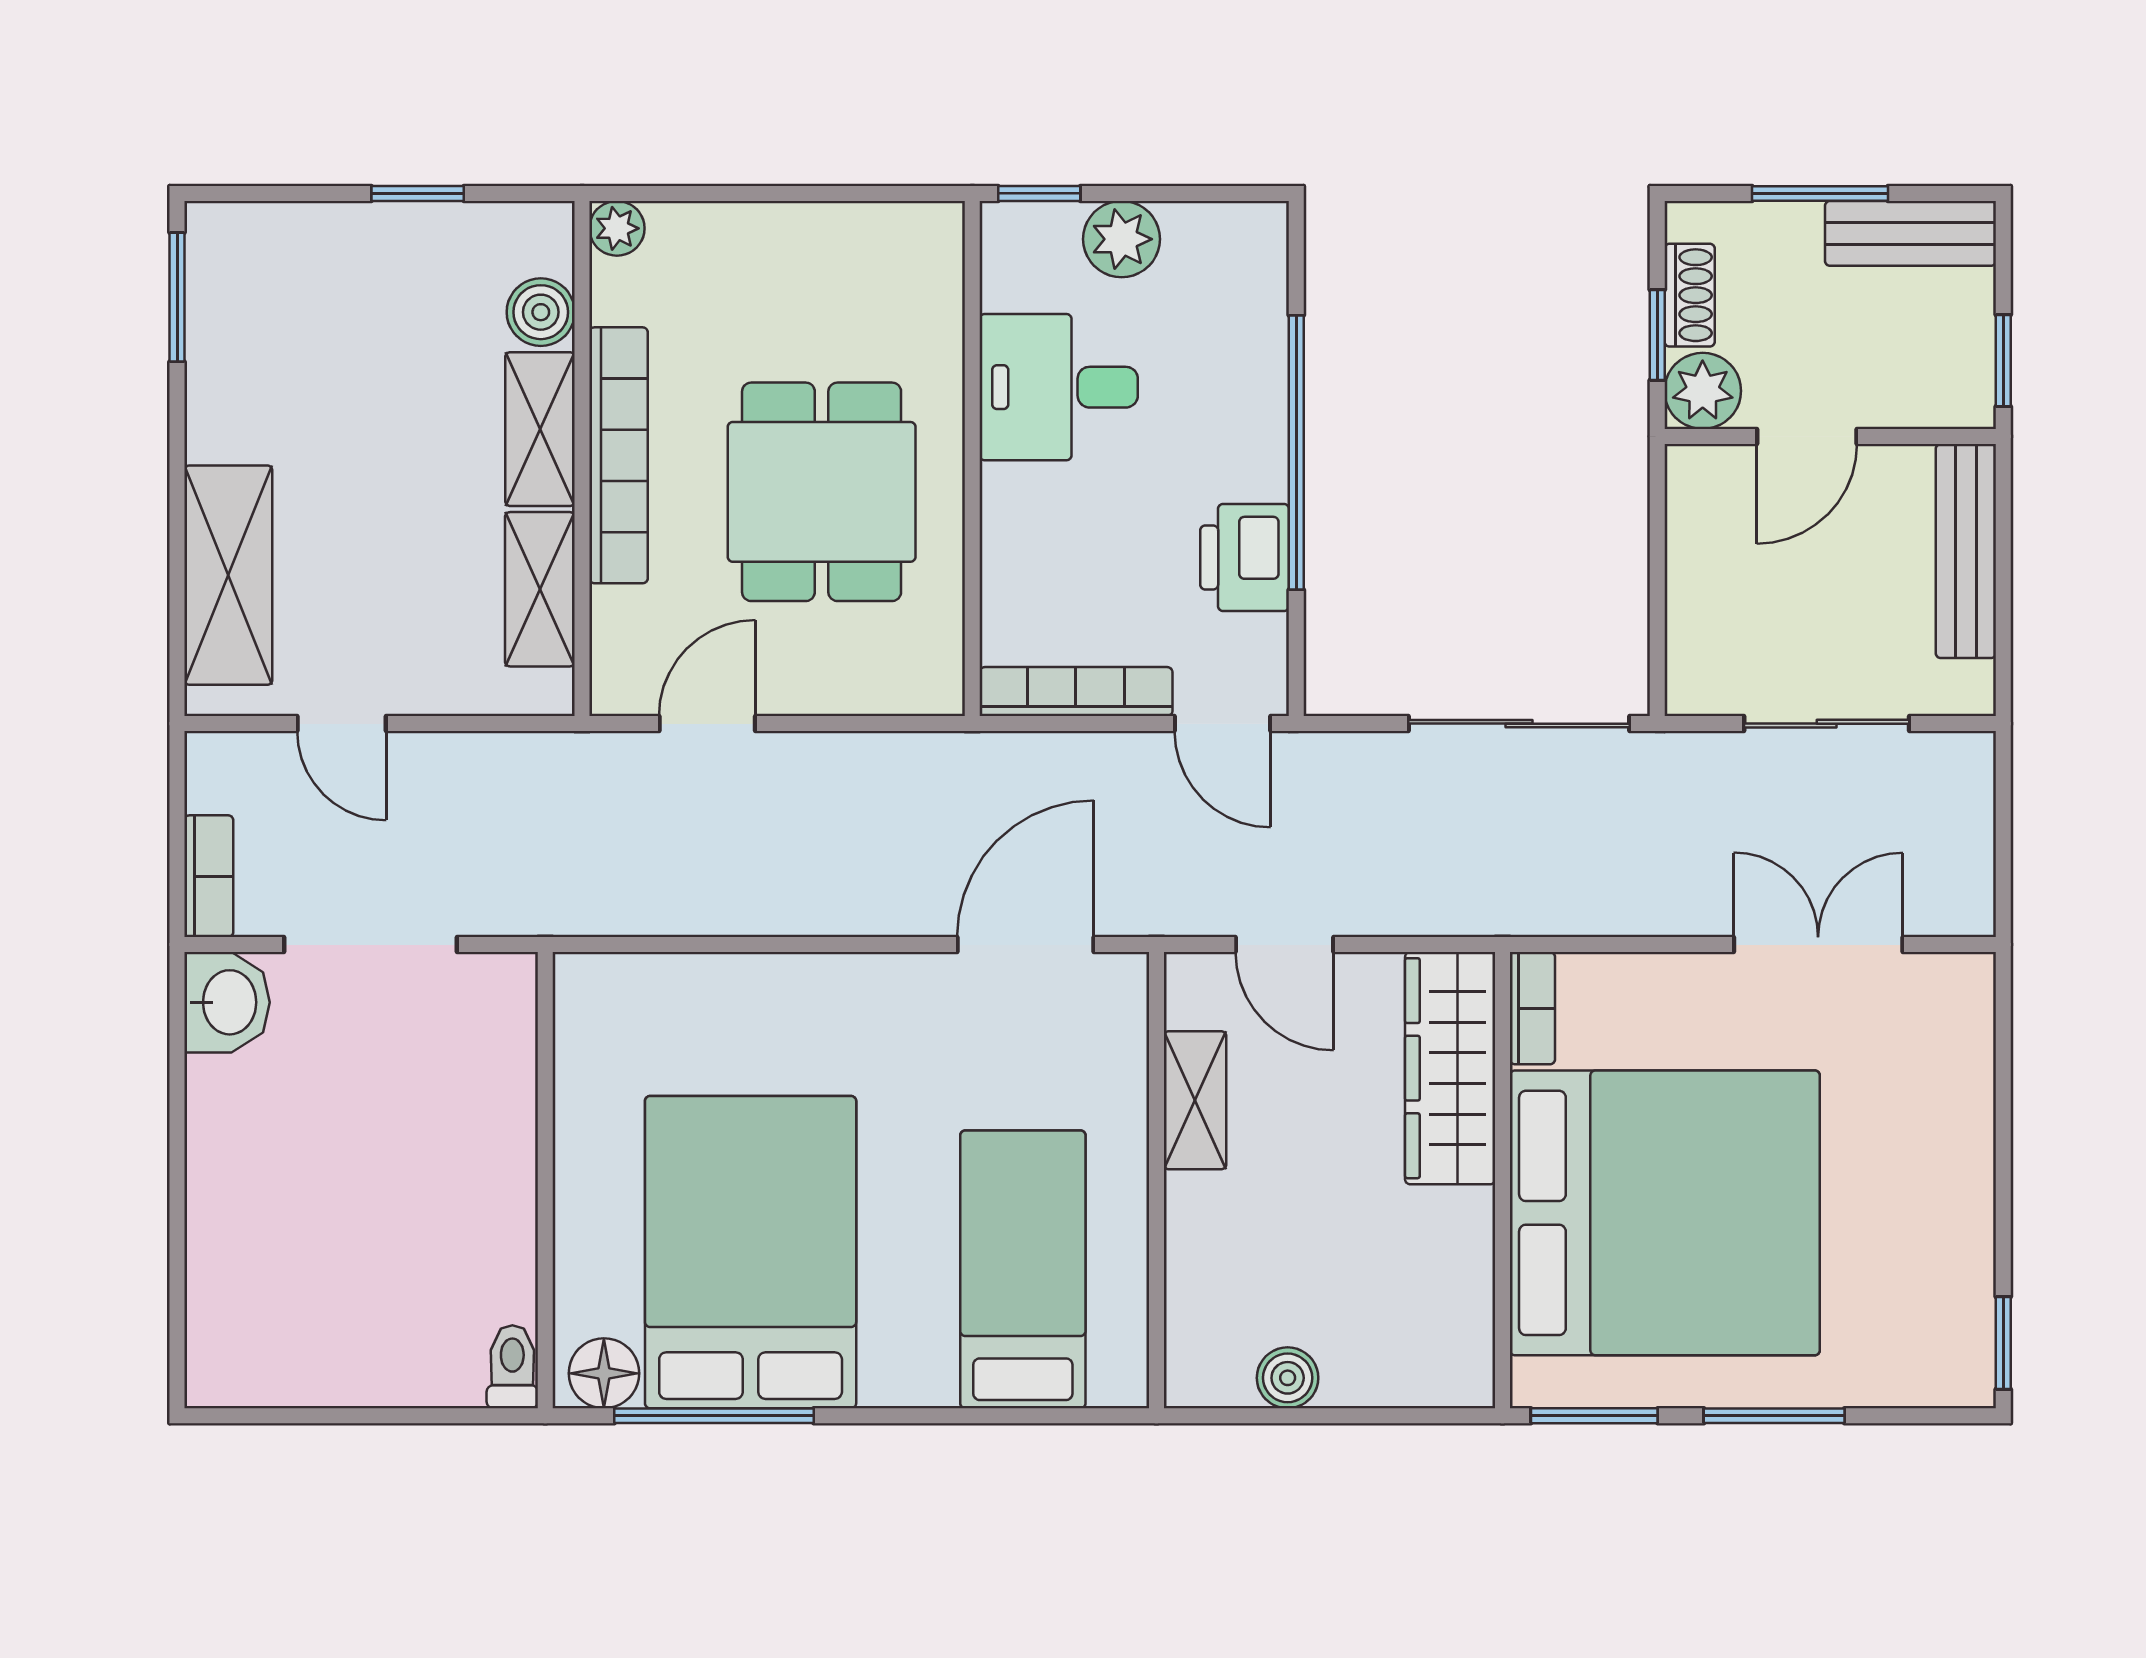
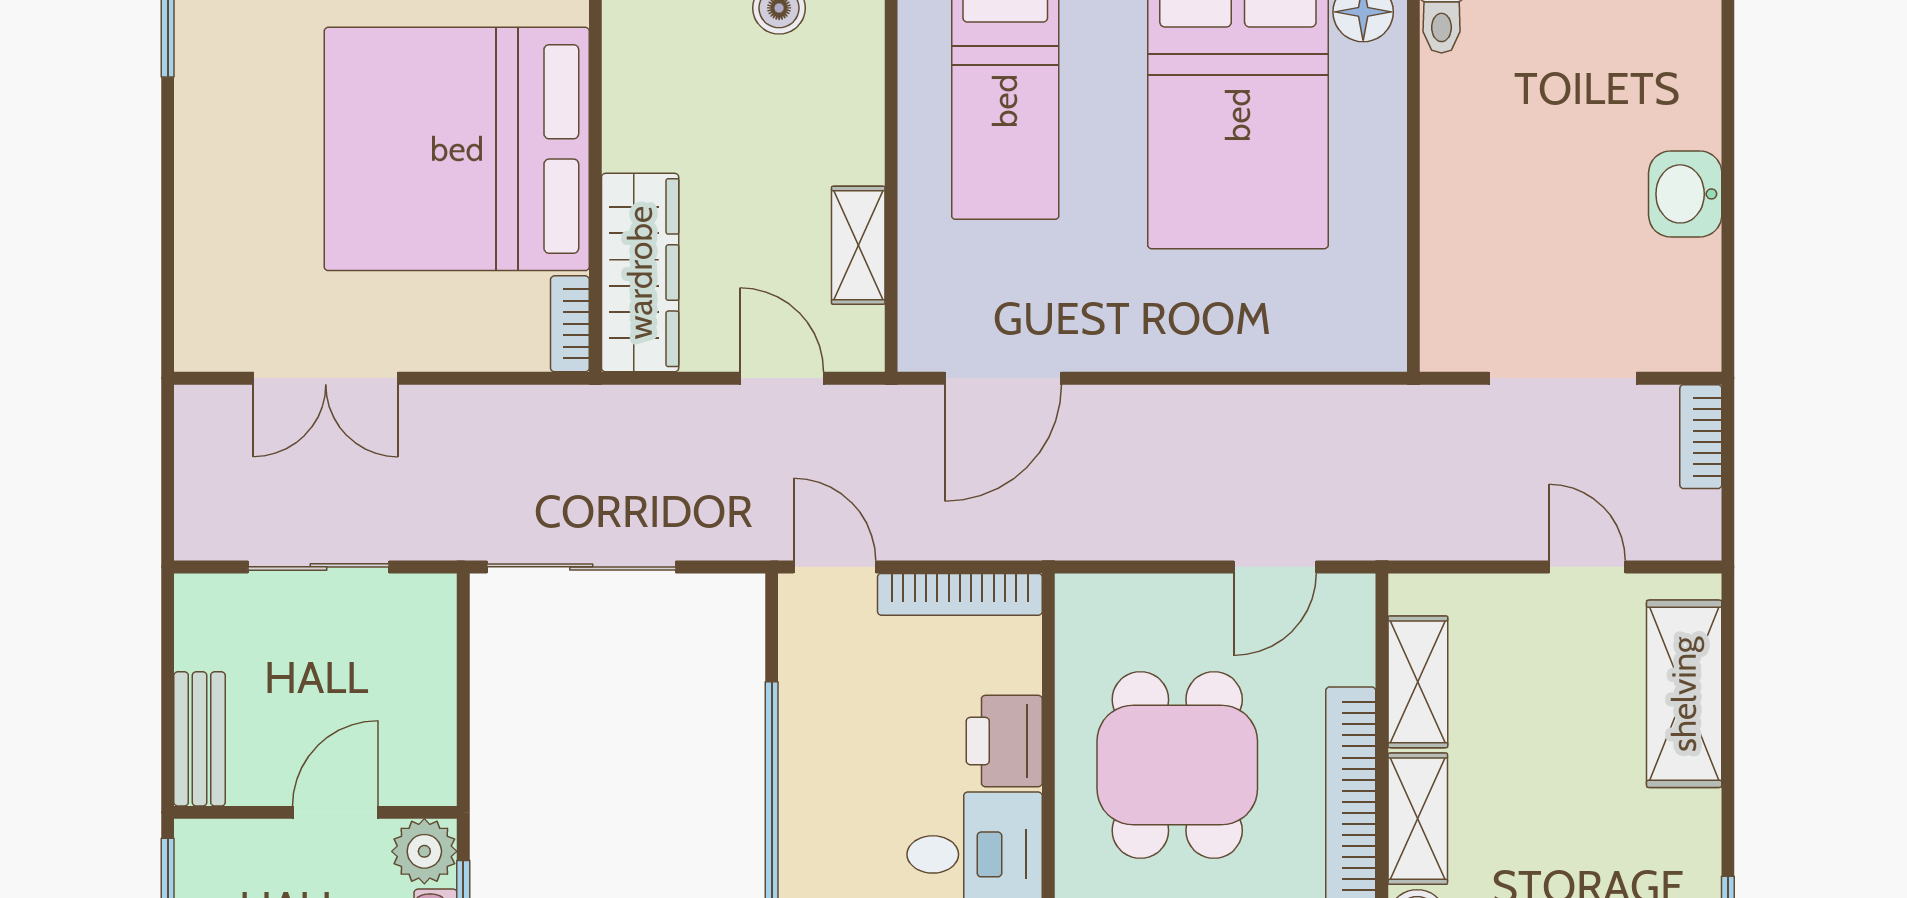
bench: (1966, 551) -> (200, 739), width x0.73
printer: (1245, 557) -> (1004, 741), moved, turned 180
washbasin: (227, 1002) -> (1685, 194), moved

